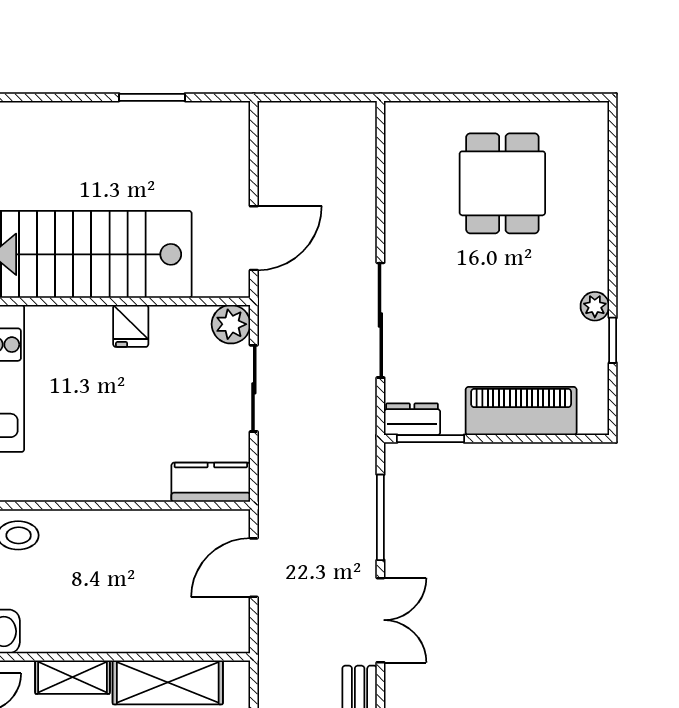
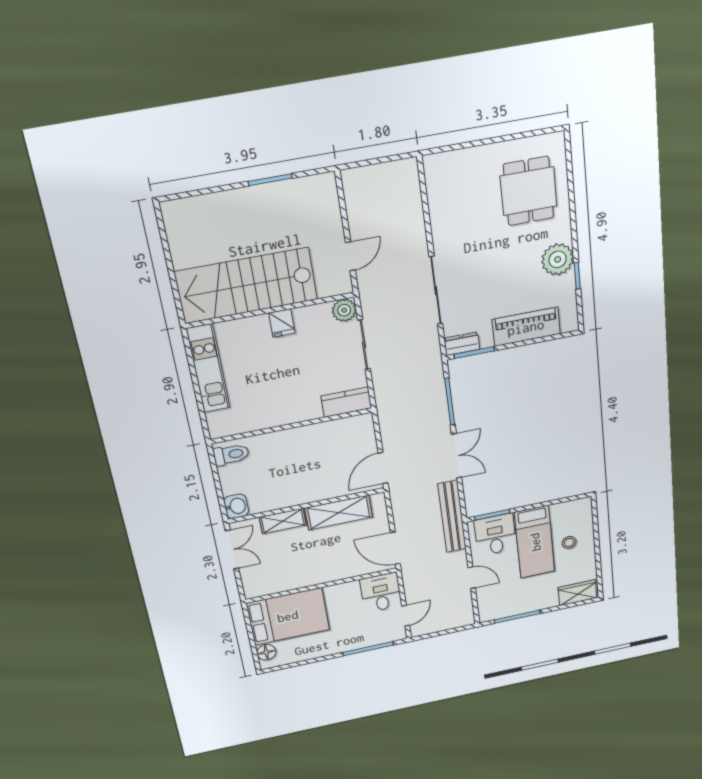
dining table: (502, 183) -> (529, 191), moved
door: (254, 238) -> (350, 256), width x0.73
plant: (595, 306) -> (558, 259), width x1.88, depth x1.88
door: (254, 568) -> (383, 468), moved

